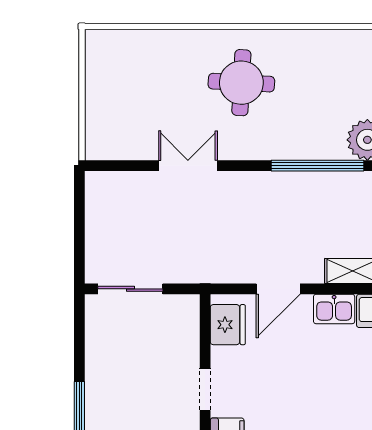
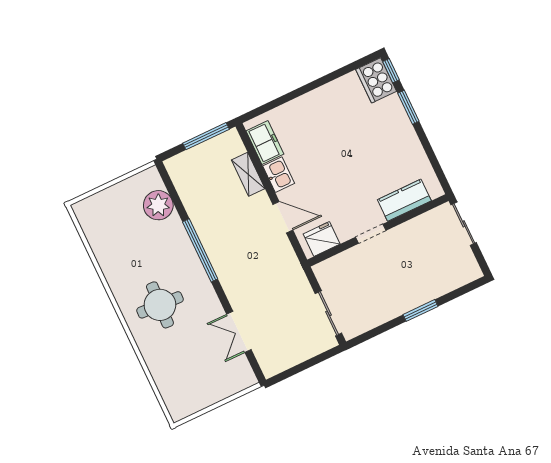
double door: (188, 166) -> (239, 332), moved
window: (317, 166) -> (200, 250), moved

